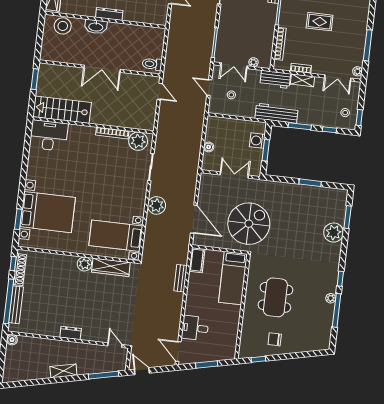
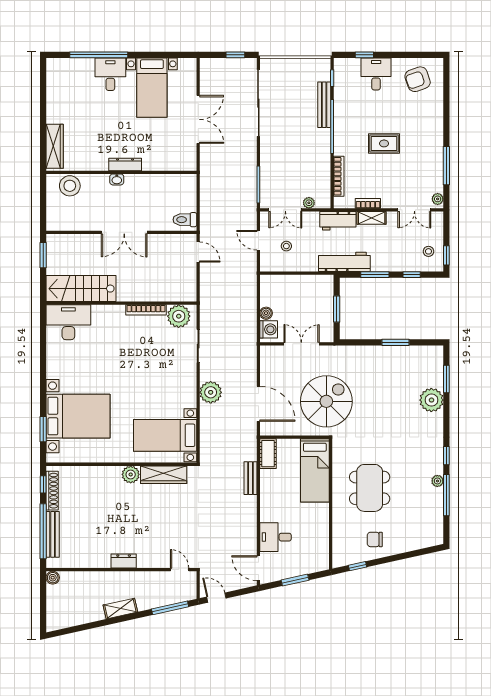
washbasin: (96, 27) -> (117, 179), width x0.52, depth x0.69
washing machine: (257, 141) -> (269, 329), moved, turned 180

